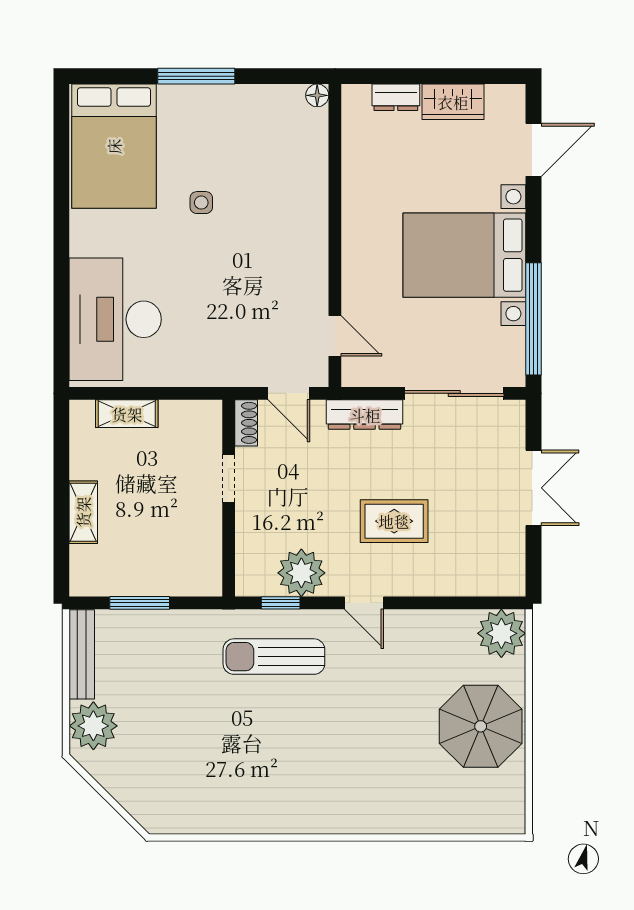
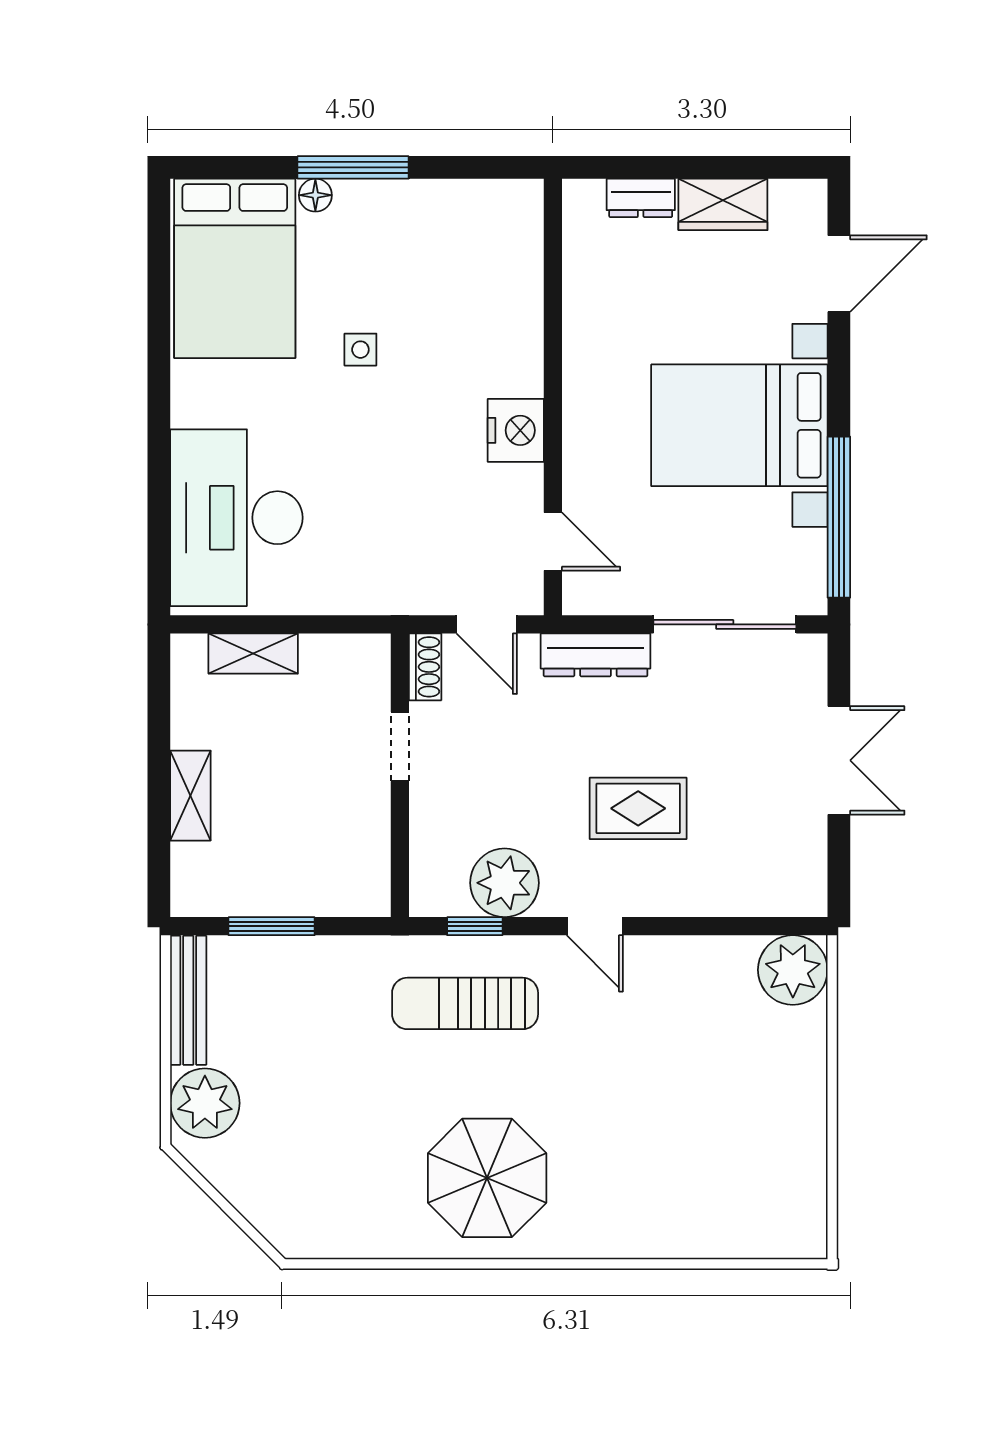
floor lamp: (317, 95) -> (315, 195), moved
nightstand: (309, 259) -> (516, 430), added
parasol: (481, 726) -> (487, 1178), moved

